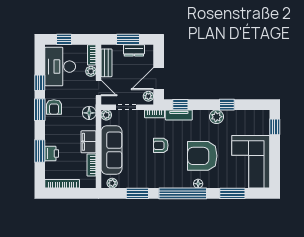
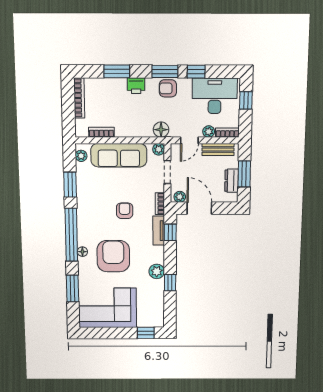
filing cabinet: (89, 142) -> (128, 129), removed
printer: (52, 153) -> (136, 86), moved

